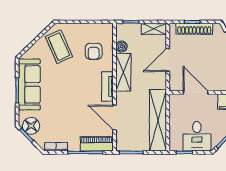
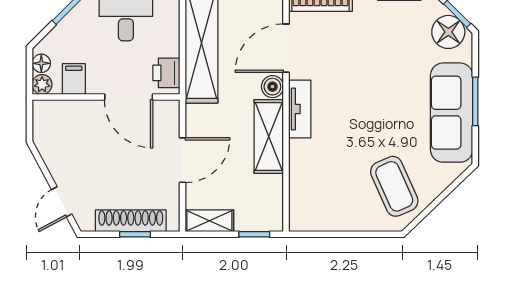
boiler: (121, 47) -> (272, 87), moved
armchair: (94, 51) -> (326, 177), removed
printer: (176, 105) -> (166, 73), added
door: (114, 118) -> (286, 48), swing flipped

